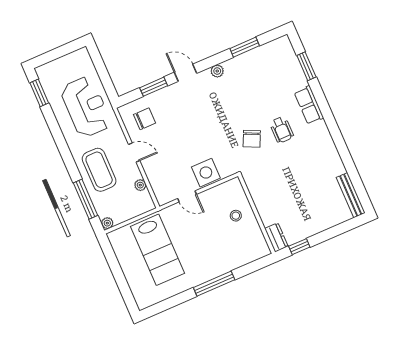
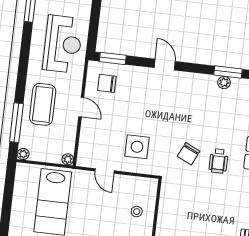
plant: (217, 71) -> (224, 82), moved
window: (154, 87) -> (113, 58), moved
chair: (144, 119) -> (107, 83), turned 180
side table: (206, 173) -> (137, 147), moved
plant: (140, 185) -> (68, 159), moved

